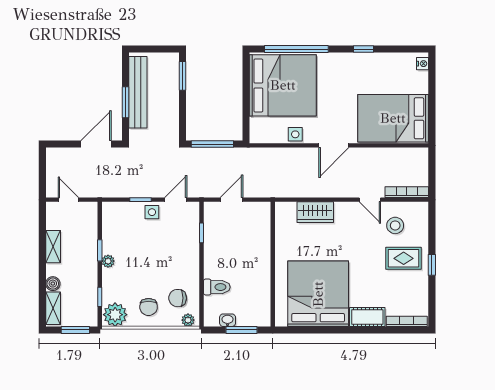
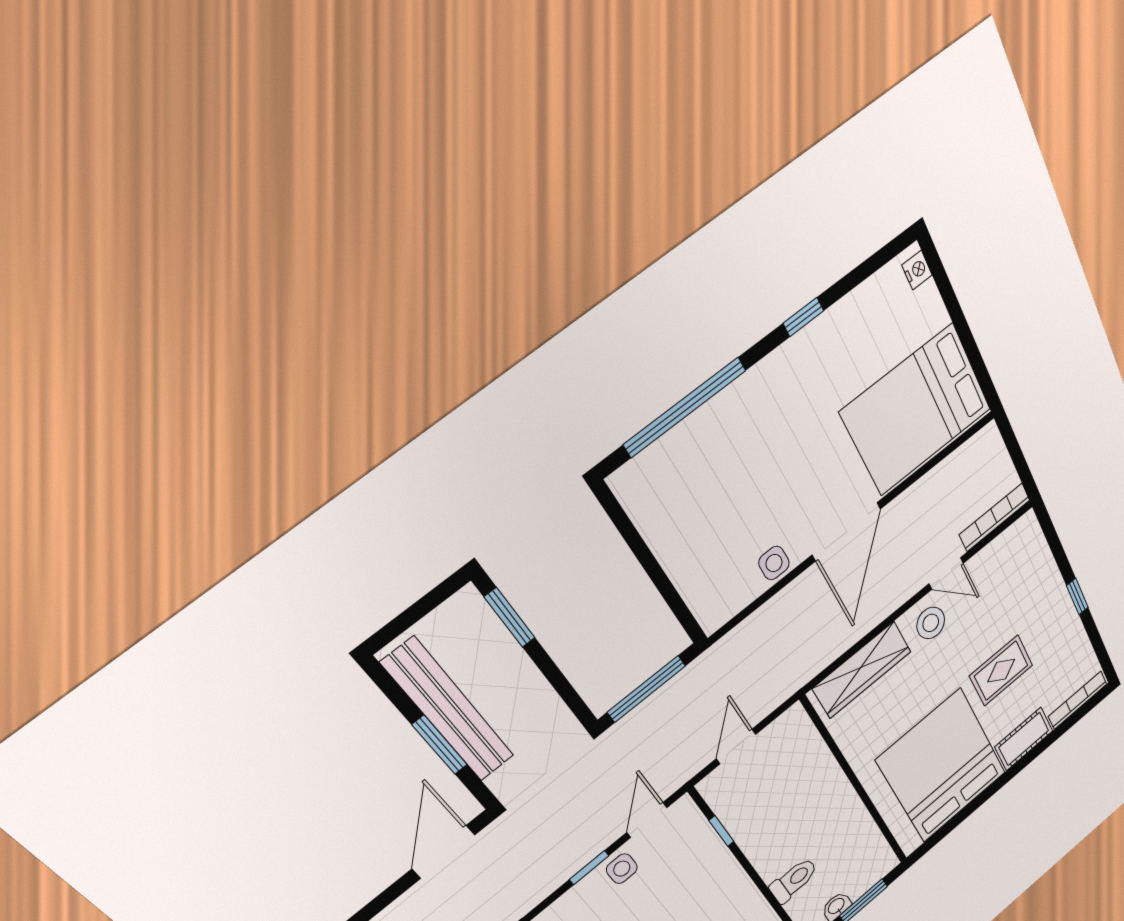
bed: (283, 85) -> (702, 495), removed
door: (334, 145) -> (846, 532), width x1.36
wardrobe: (315, 212) -> (862, 670), width x1.50
stool: (395, 225) -> (931, 623), moved
rug: (404, 258) -> (1001, 671), moved

